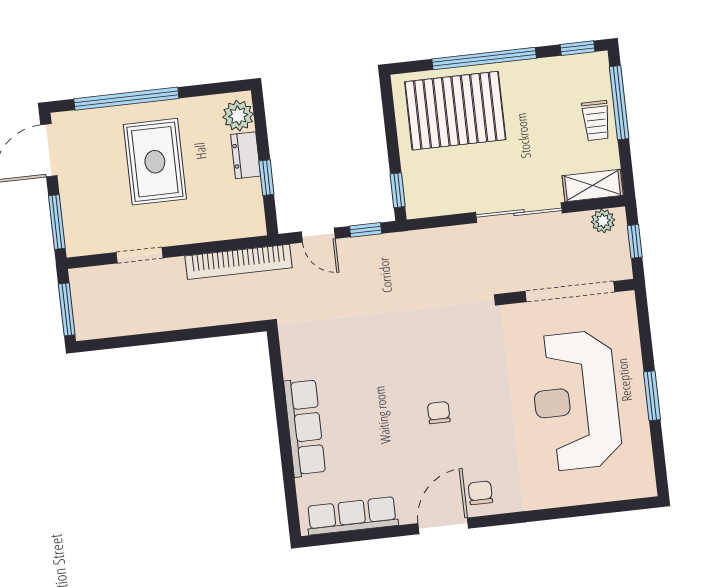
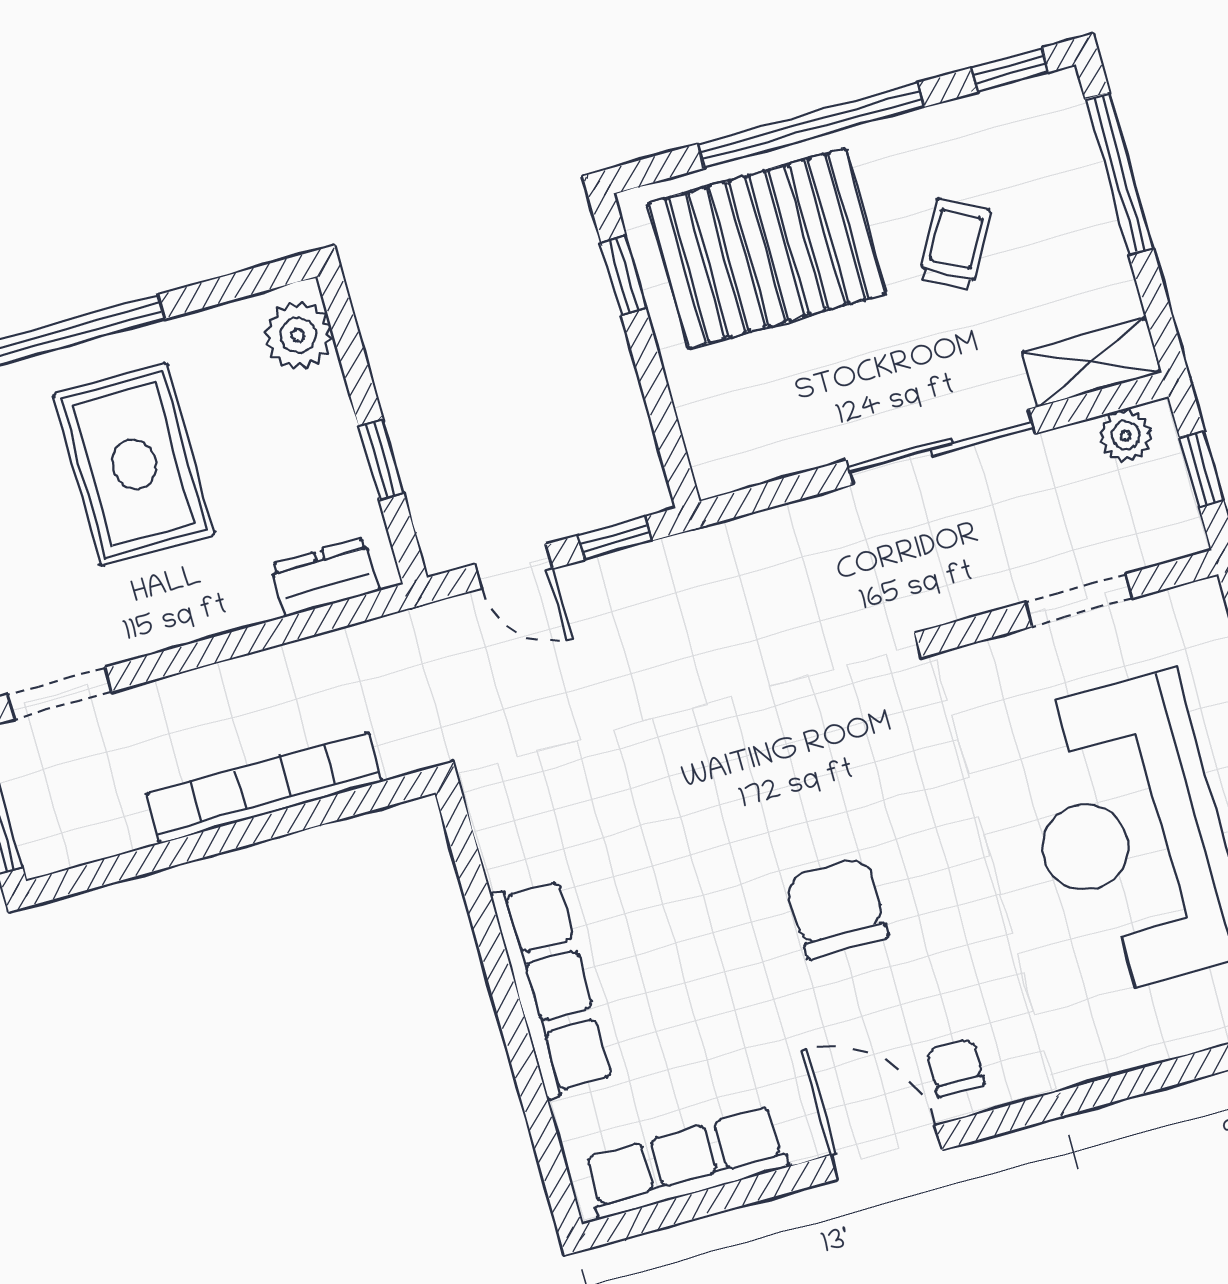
trolley: (596, 121) -> (955, 245), moved, turned -151
dresser: (246, 155) -> (325, 577), moved, turned 90
window: (398, 190) -> (624, 276), moved
doorway: (139, 255) -> (59, 693), moved
bookcase: (238, 262) -> (264, 788), moved, turned 180
doorway: (570, 292) -> (1079, 600), width x0.53
chair: (439, 413) -> (837, 908), width x1.87, depth x1.87
door: (443, 526) -> (887, 1152), hinge flipped

